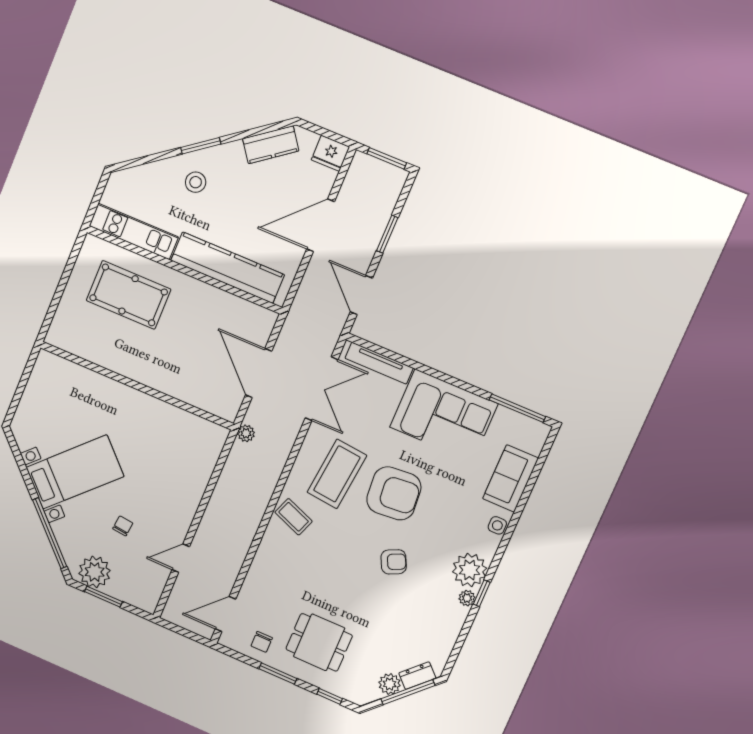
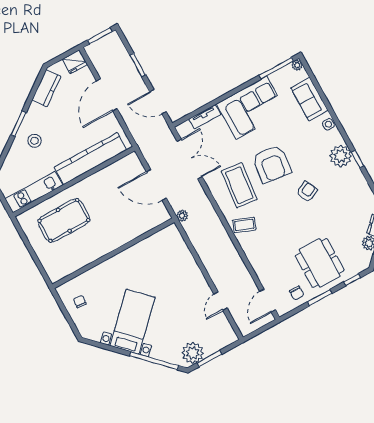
tv unit: (379, 363) -> (205, 117), width x0.71
armchair: (394, 493) -> (272, 164), turned 102
chair: (123, 526) -> (80, 301), moved
plant: (467, 598) -> (297, 65), moved
dining table: (319, 642) -> (320, 263), width x1.37

